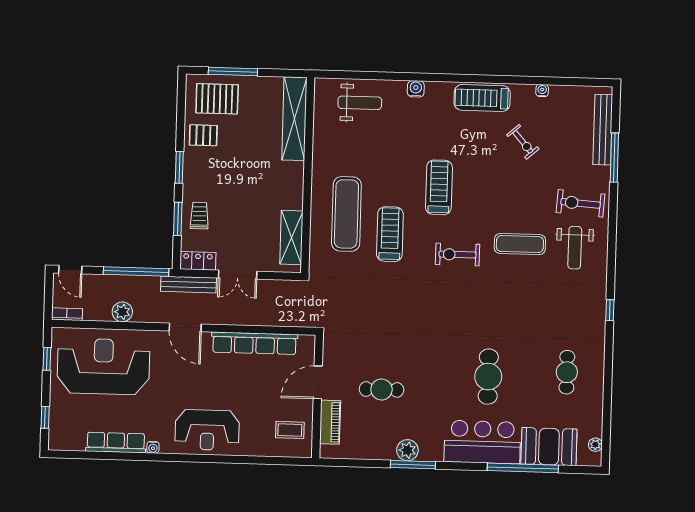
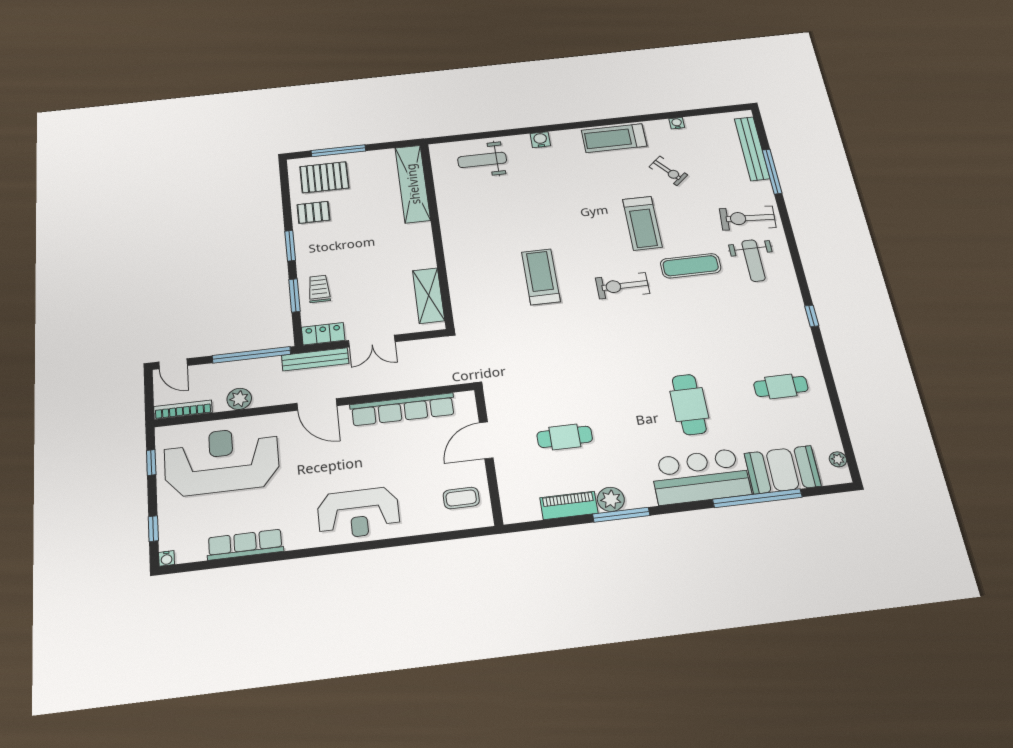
weight bench: (360, 103) -> (482, 160), turned 180
treadmill: (439, 187) -> (642, 223), moved, turned 180
exercise mat: (346, 214) -> (487, 264), removed
bookcase: (67, 314) -> (183, 410), width x1.56
cafe table: (567, 372) -> (781, 386), turned 90
piano: (330, 422) -> (569, 505), moved, turned -90
water cooler: (153, 447) -> (167, 558), moved

